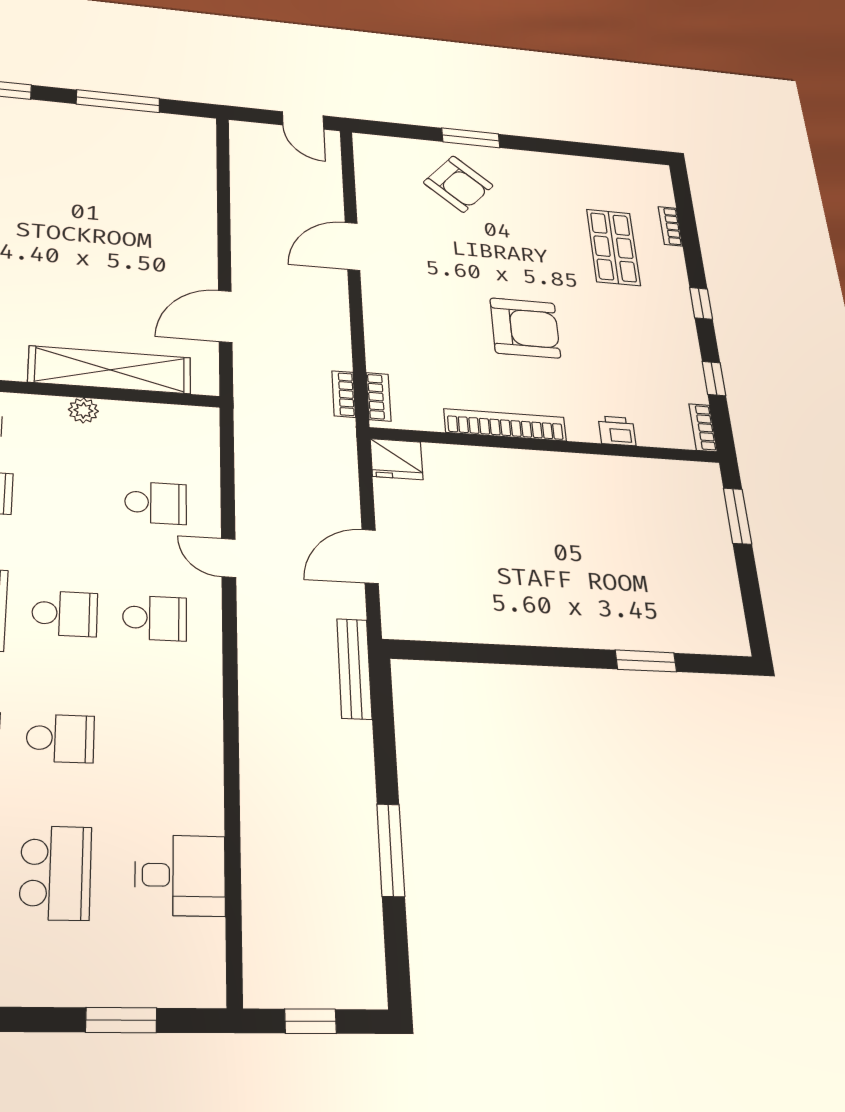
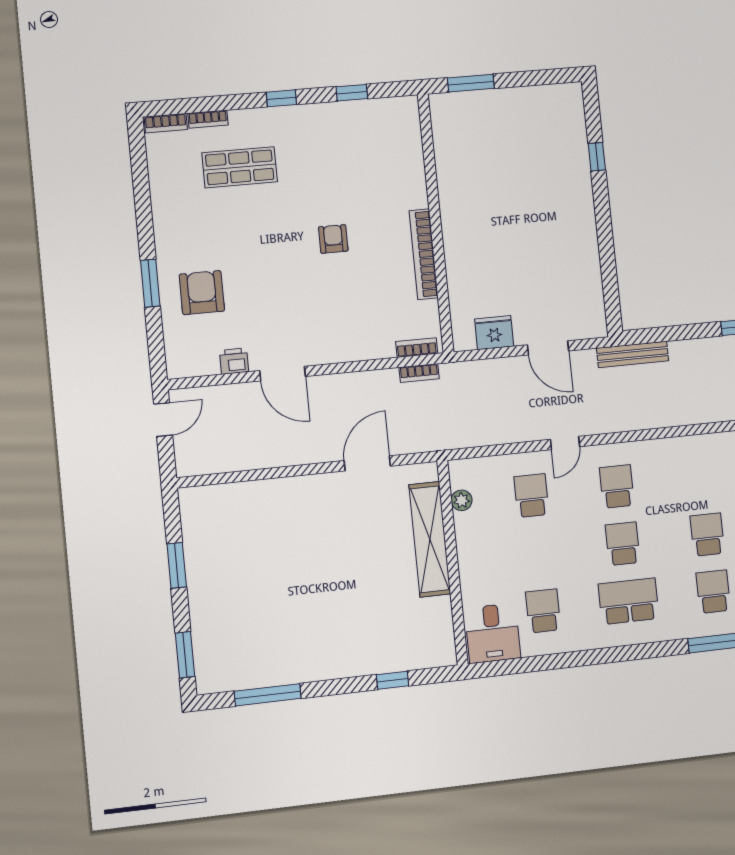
window: (118, 101) -> (177, 565), width x0.69
armchair: (458, 184) -> (202, 293), turned -41
door: (225, 316) -> (367, 463), swing flipped
armchair: (525, 328) -> (333, 239), width x0.53, depth x0.53
plant: (83, 410) -> (462, 500), moved
bookcase: (703, 428) -> (166, 123), moved
printer: (617, 431) -> (234, 361), moved, turned 90
fridge: (397, 459) -> (494, 333), moved, turned -90
window: (646, 661) -> (597, 157), width x0.67

